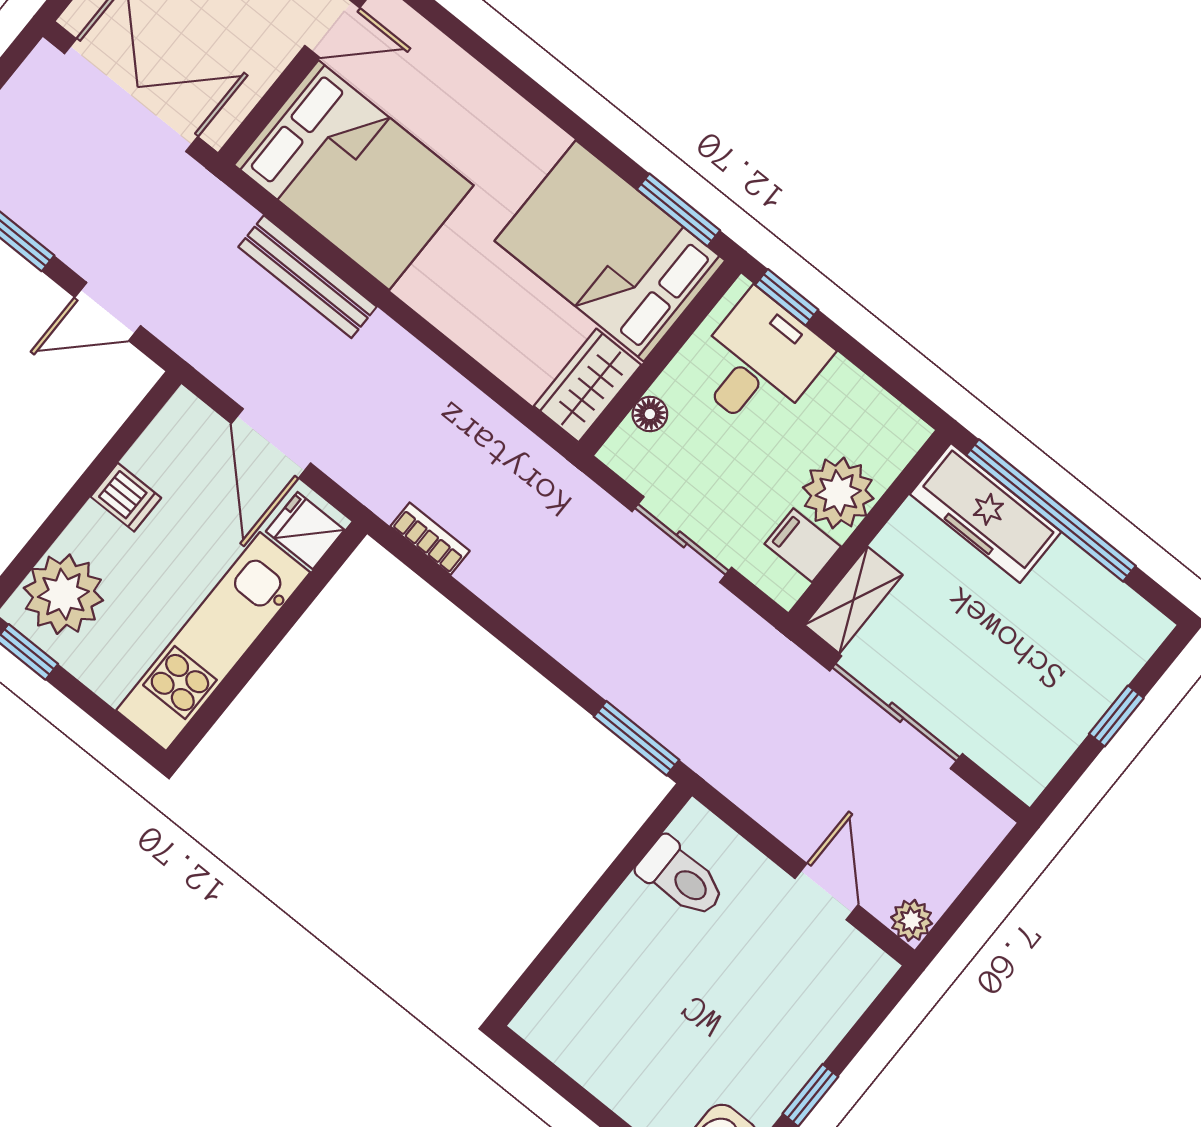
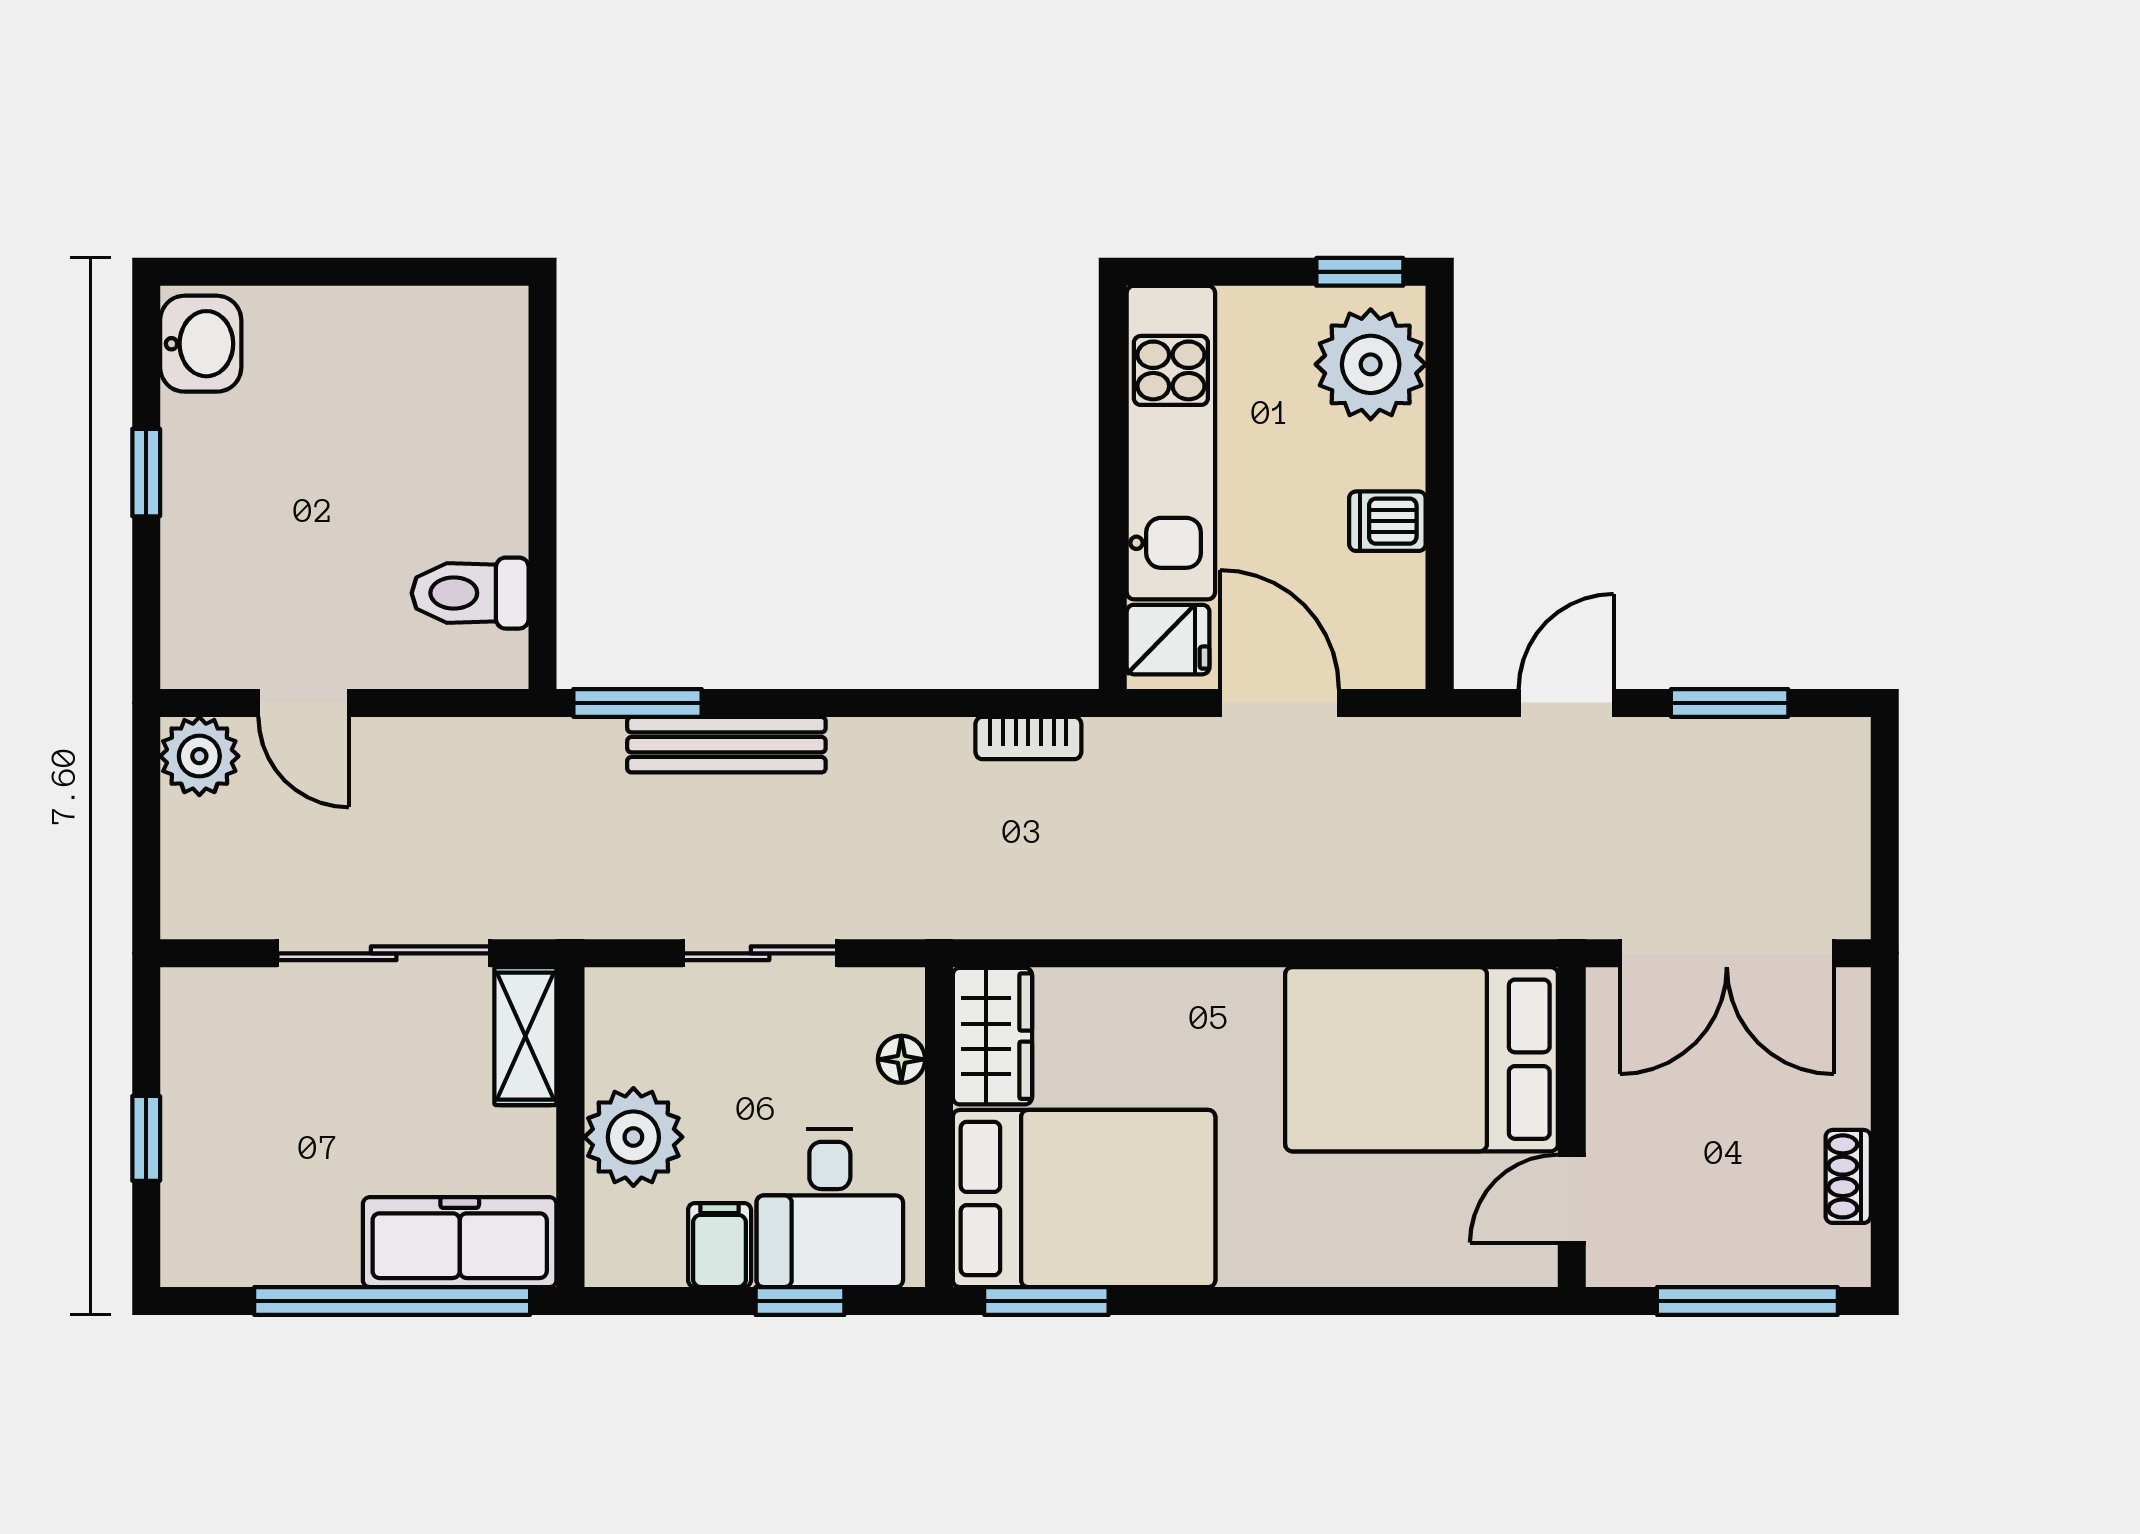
bench: (308, 277) -> (726, 745), moved
window: (787, 297) -> (800, 1301), moved
filing cabinet: (803, 545) -> (720, 1245), moved, turned -90
plant: (912, 920) -> (199, 756), width x1.38, depth x1.38

